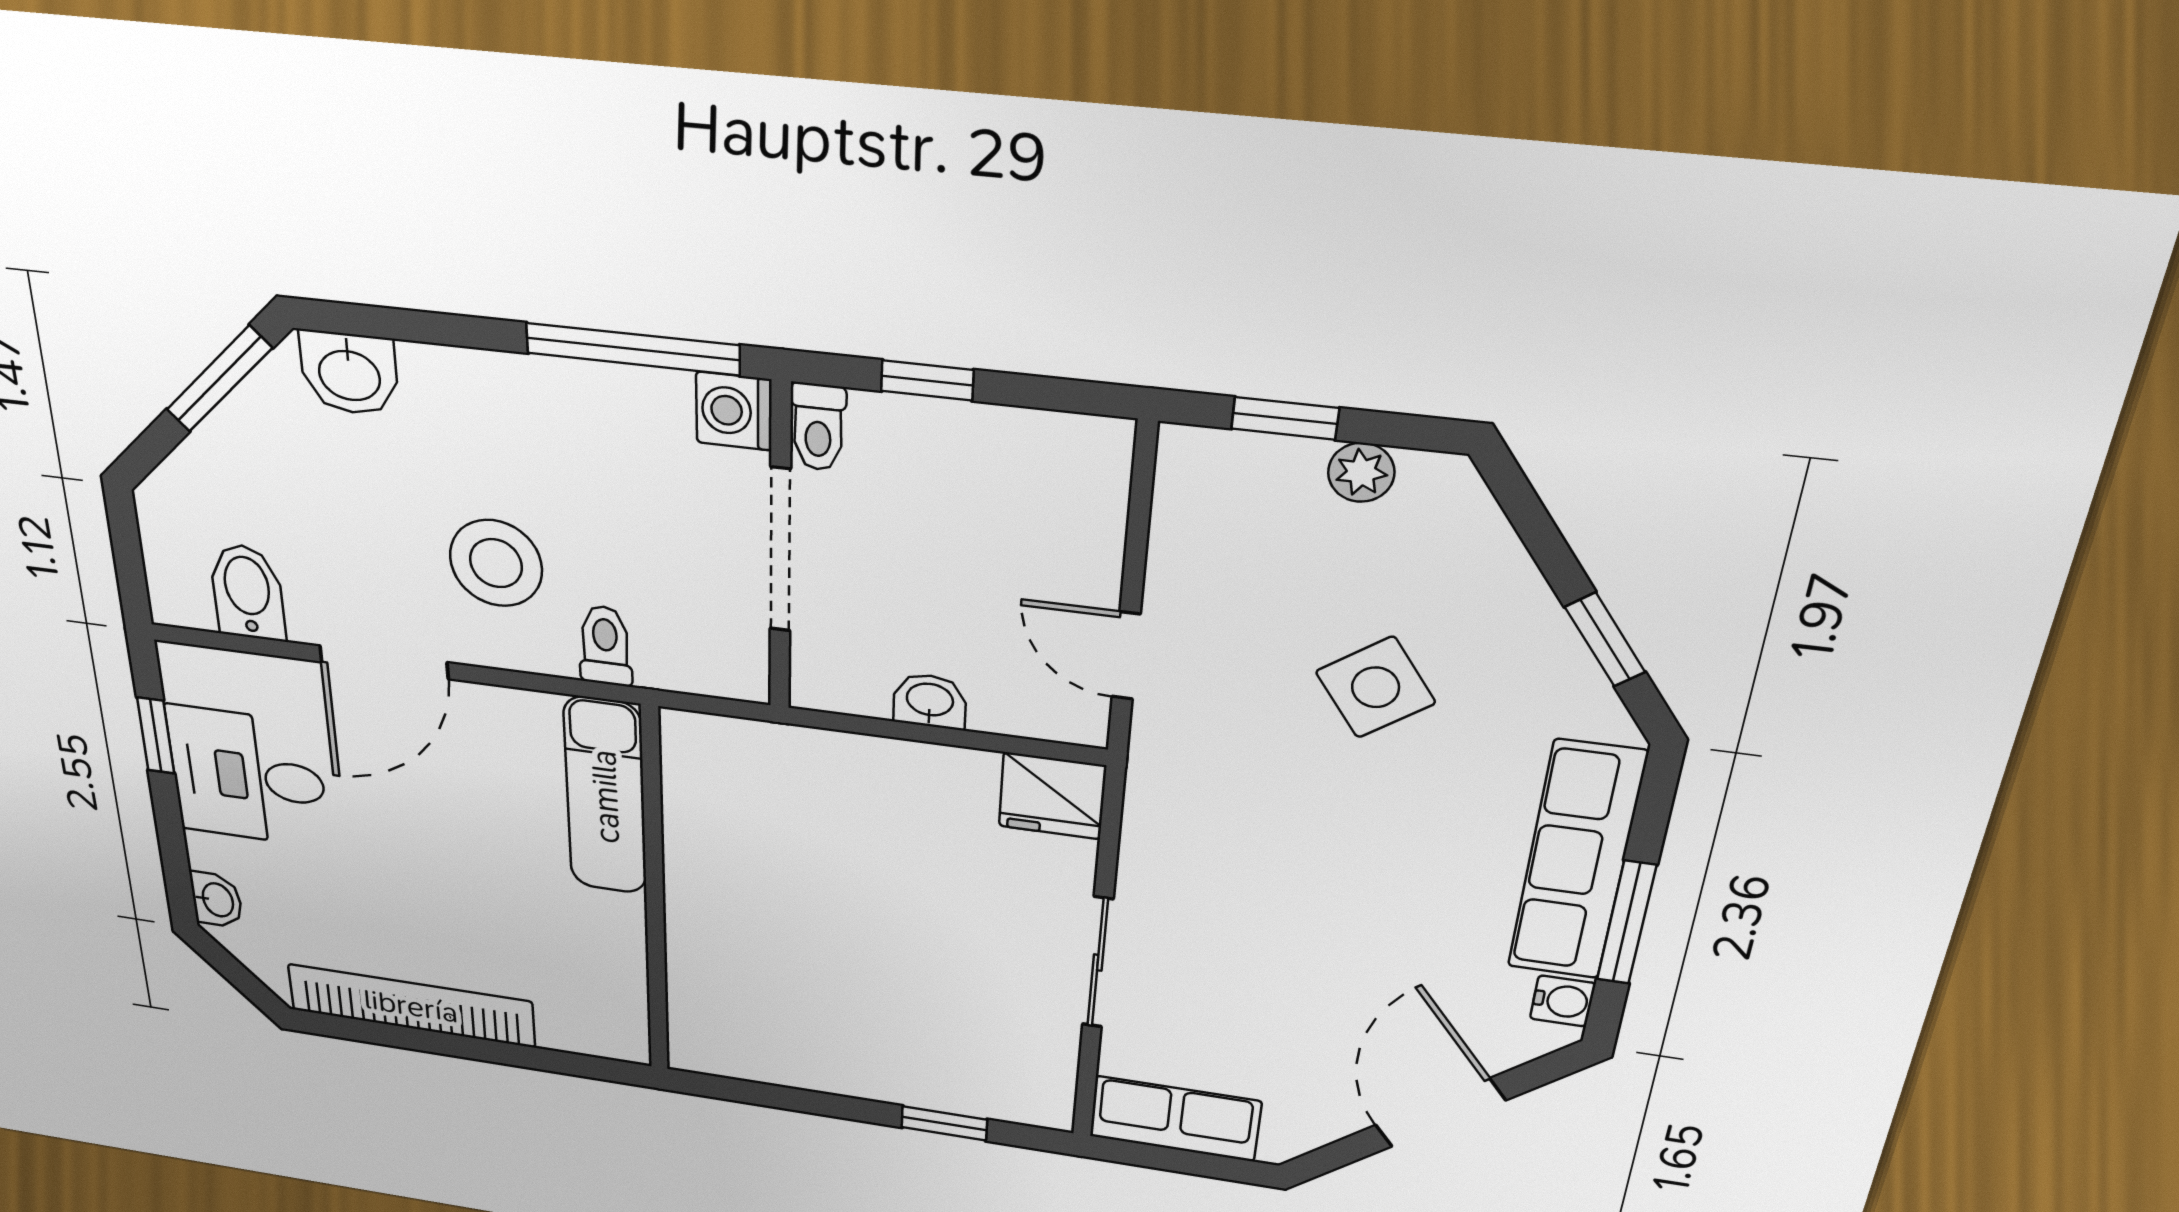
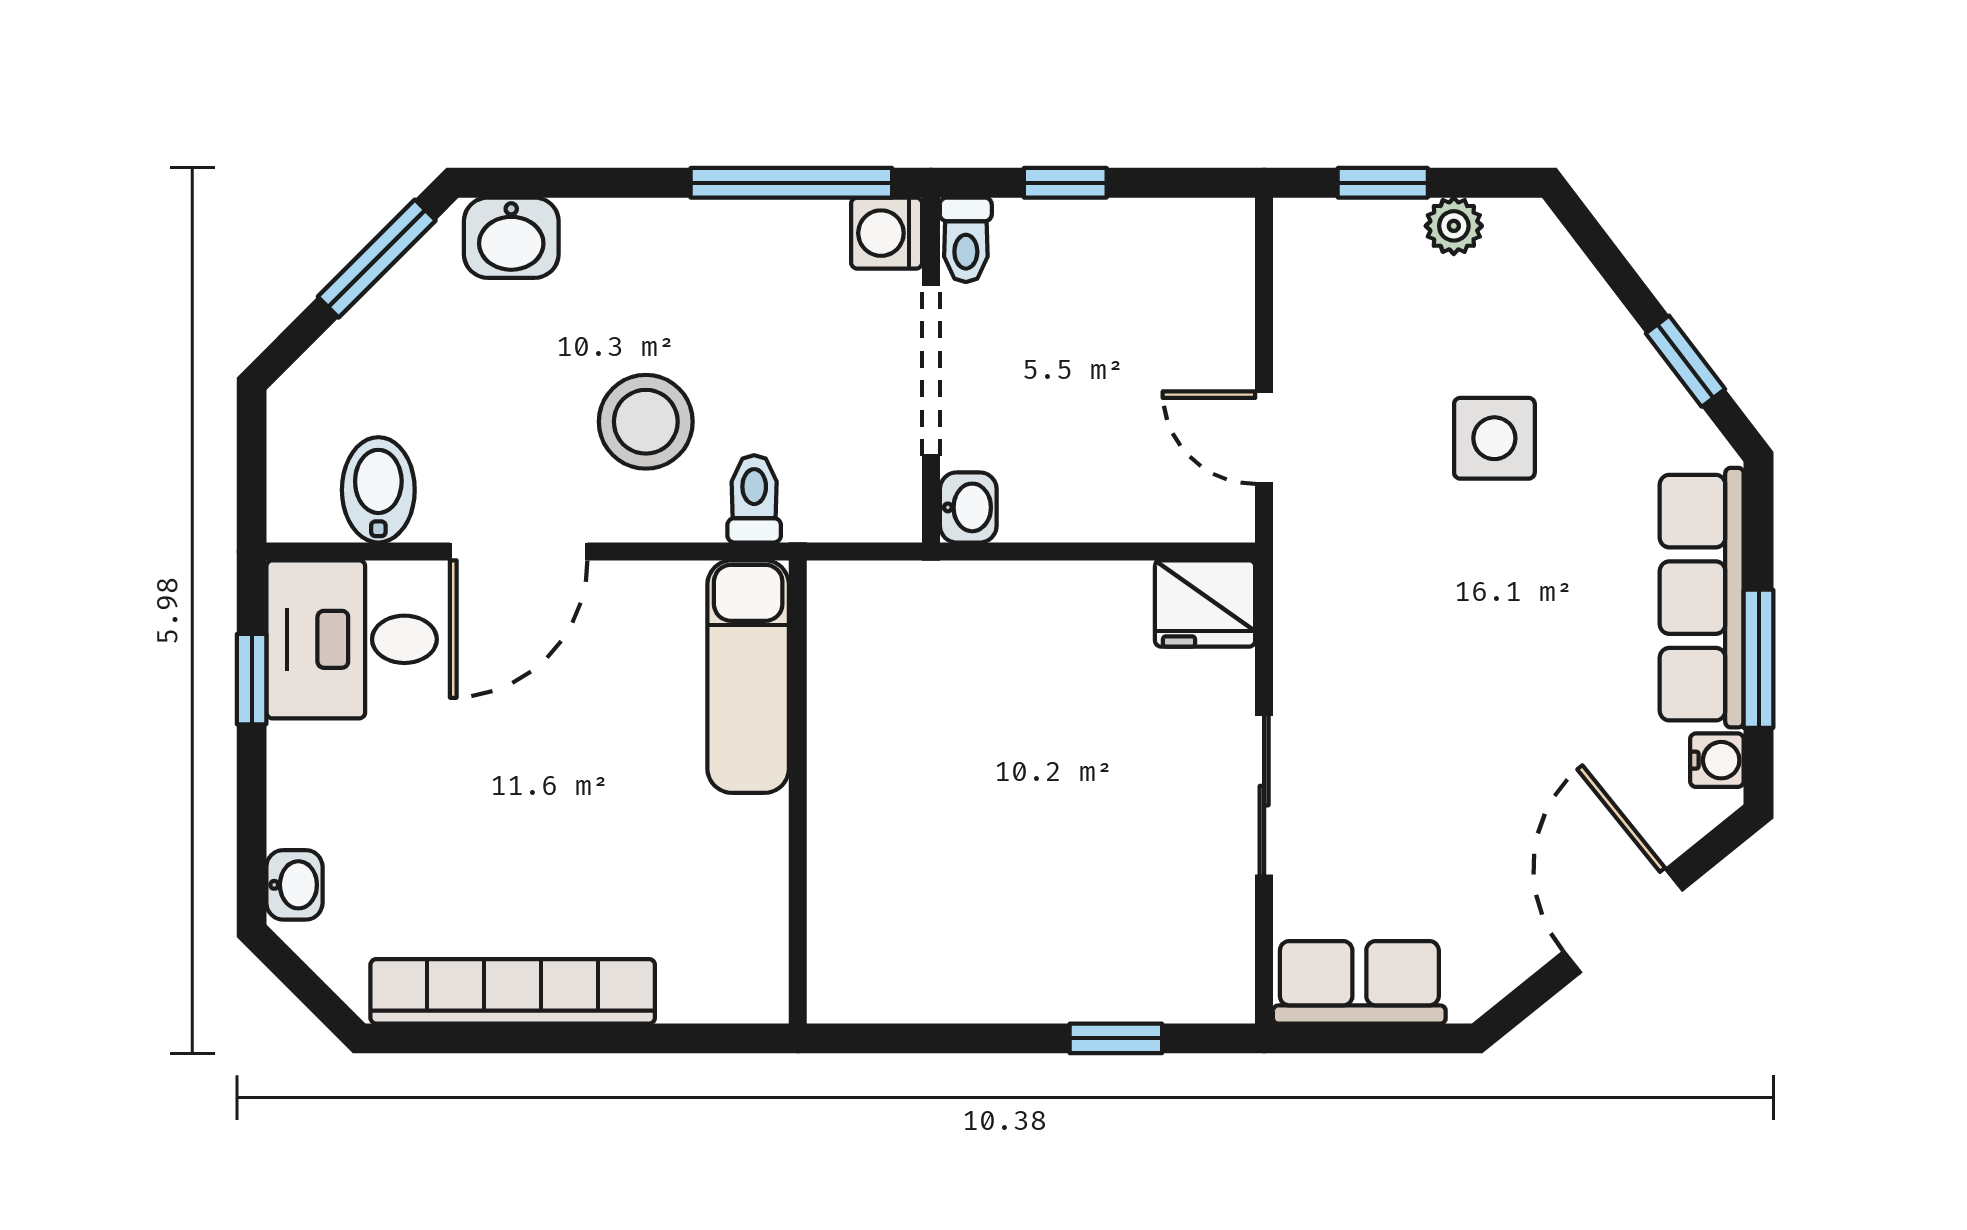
side table: (1376, 687) -> (1494, 438), turned 36
washbasin: (930, 701) -> (968, 507), moved, turned 90
desk: (248, 777) -> (352, 639), moved

